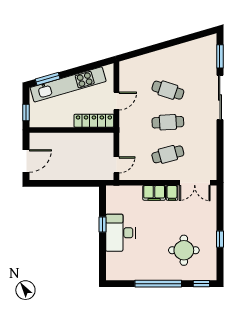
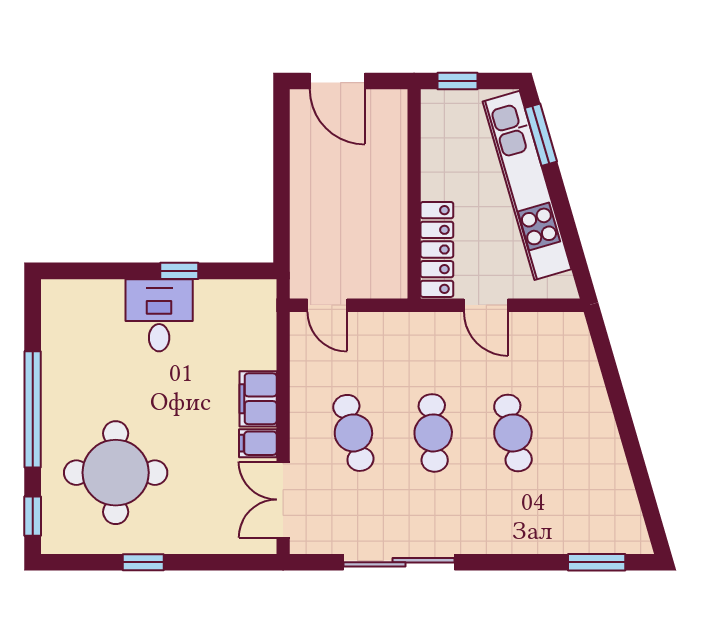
cafe table: (168, 90) -> (513, 433), turned -30
sliding door: (220, 98) -> (399, 562), moved
desk: (120, 233) -> (159, 315), width x0.73
round table: (184, 250) -> (116, 473), width x1.36, depth x1.36

